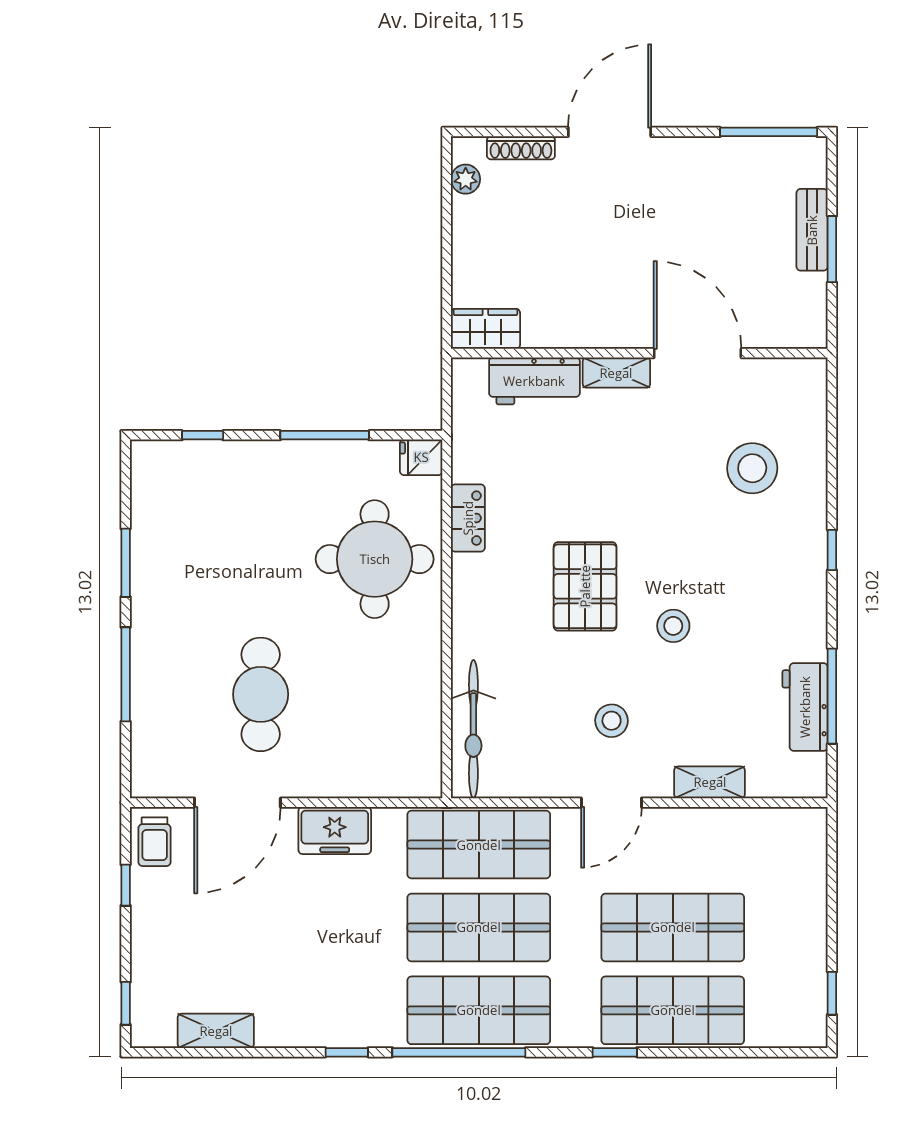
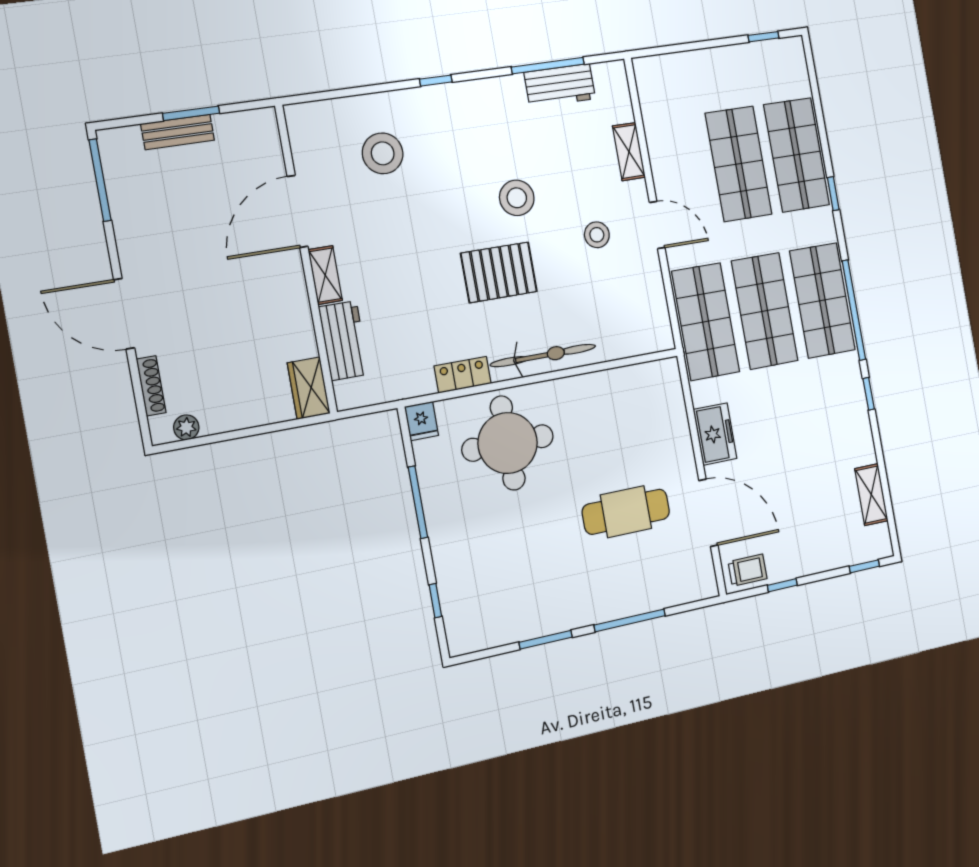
stool: (673, 626) -> (517, 198), width x1.38, depth x1.38
bicycle: (473, 729) -> (543, 355), moved

